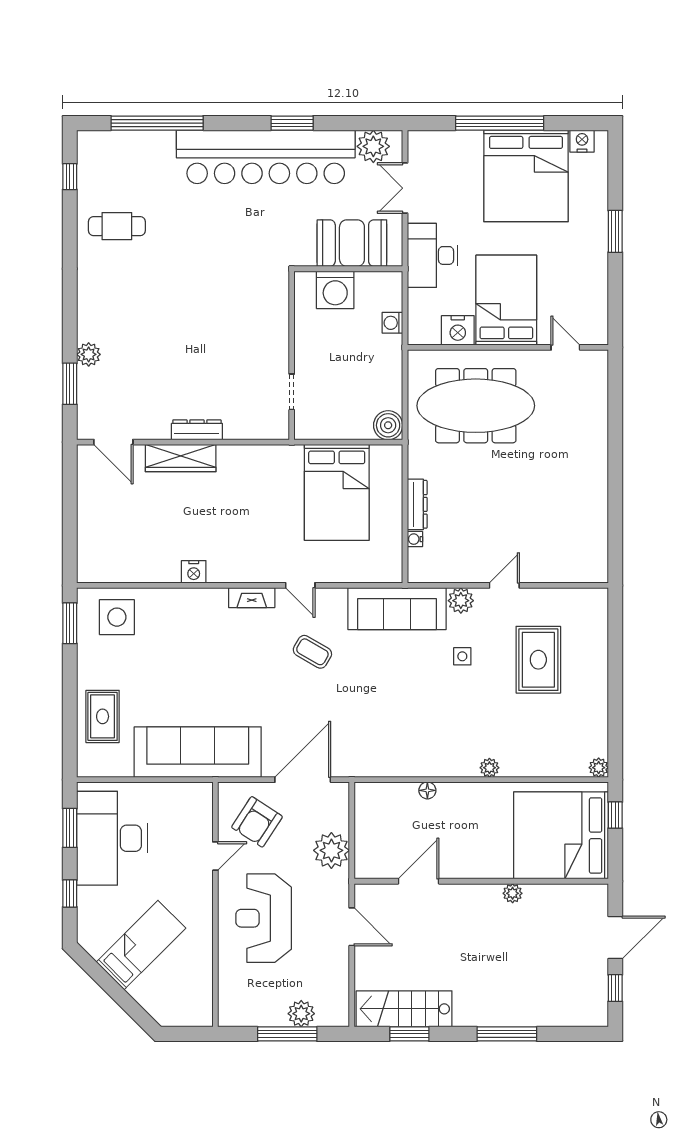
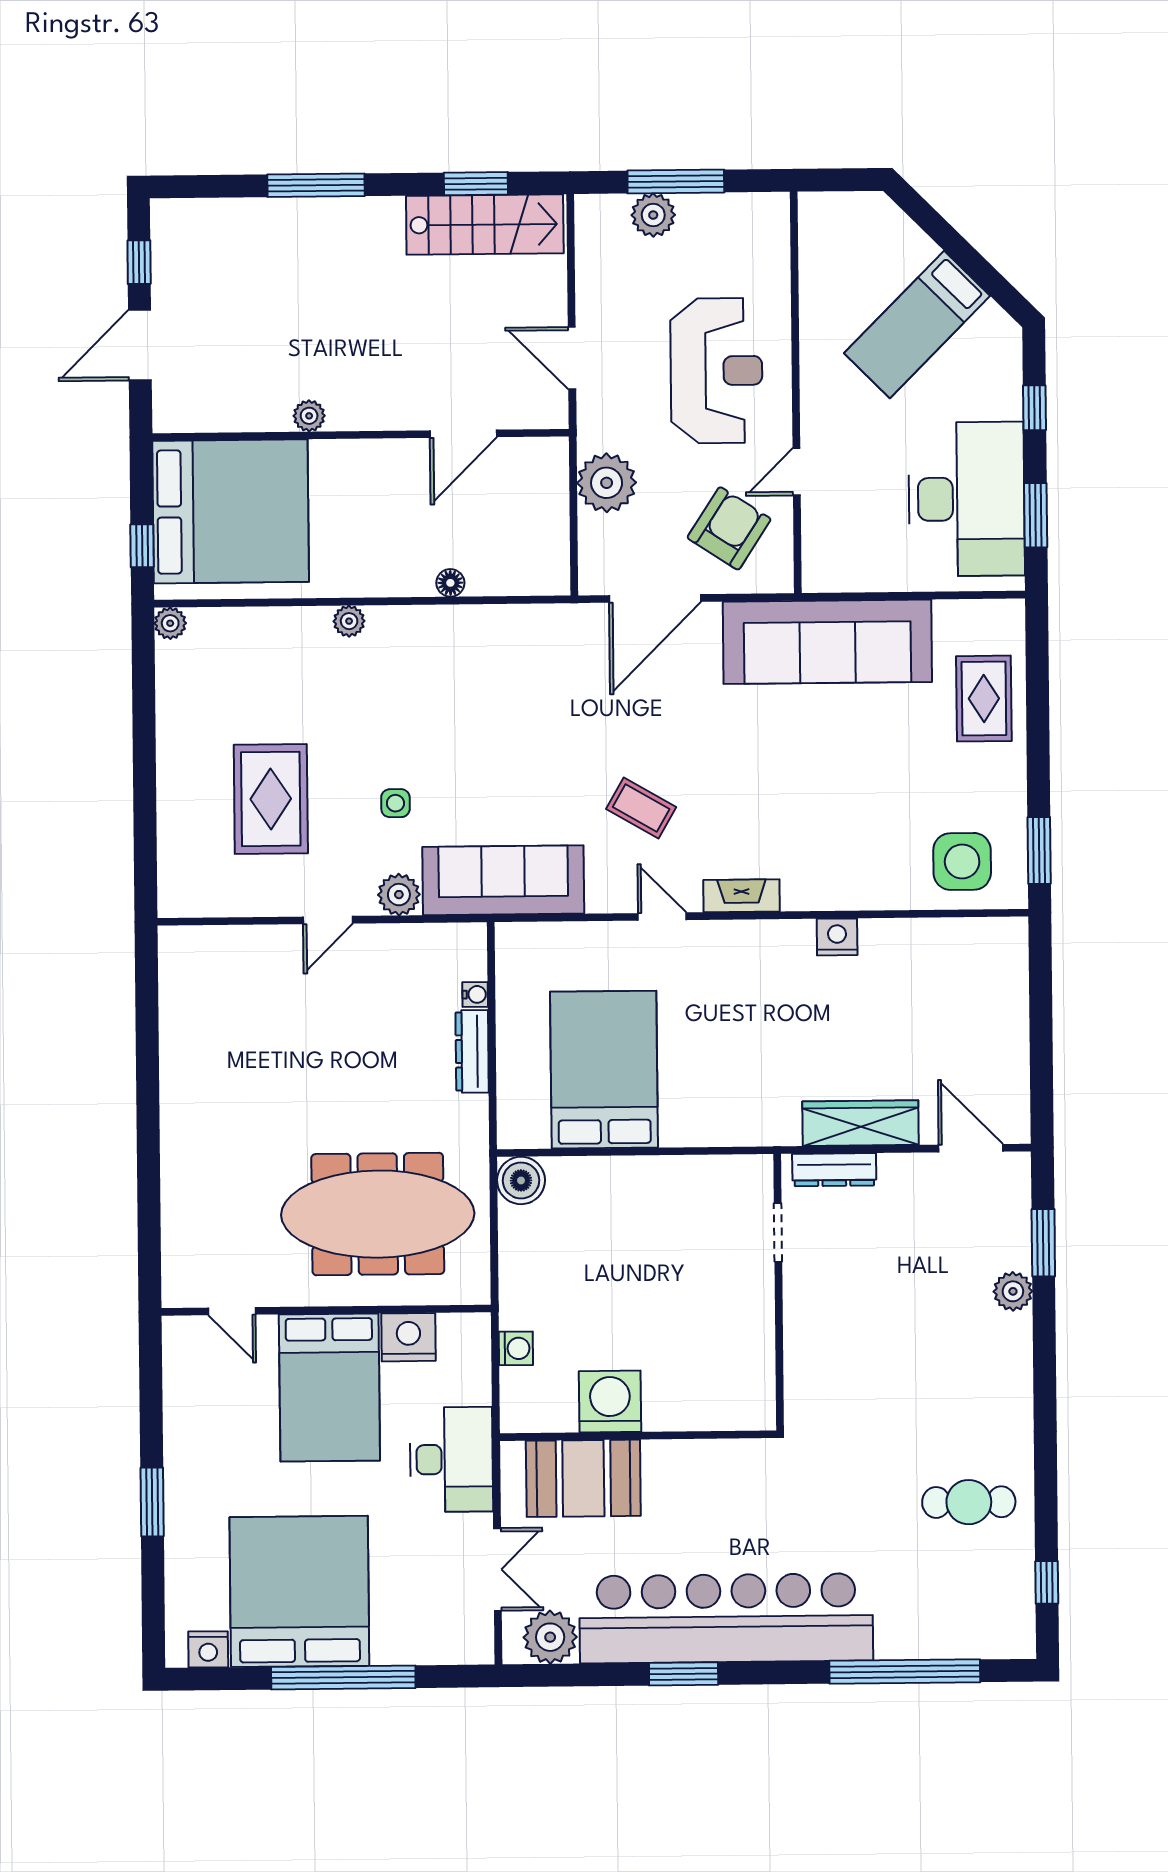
wall: (292, 355) -> (779, 1292), moved
doorway: (292, 392) -> (778, 1232), moved

